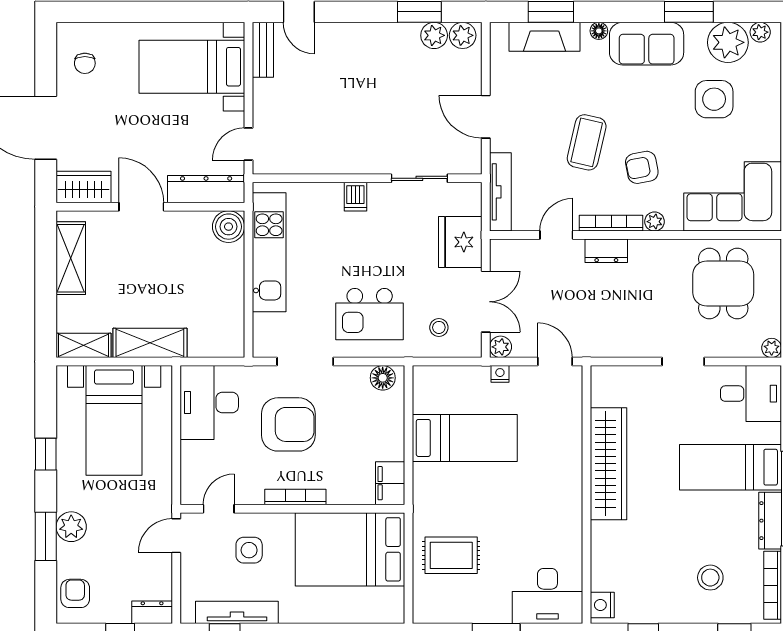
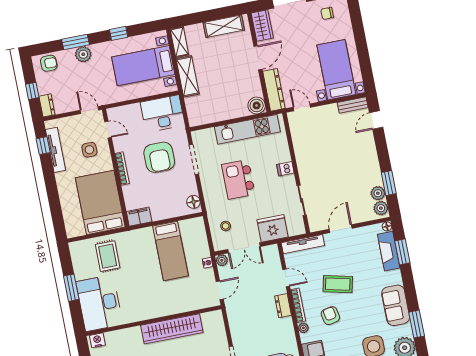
floor lamp: (599, 31) -> (387, 226), moved
kitchen island: (370, 314) -> (238, 179), moved
desk: (547, 596) -> (99, 303), width x1.36, depth x1.30

